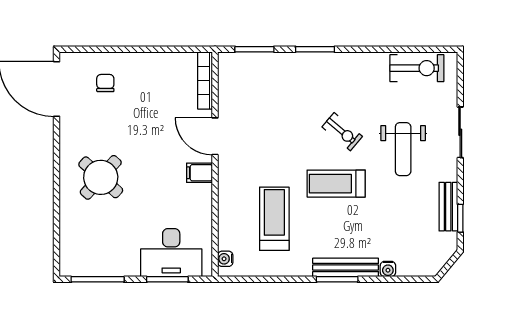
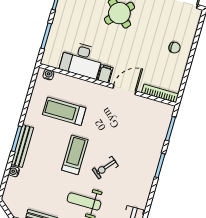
chair: (105, 83) -> (174, 48), moved
treadmill: (274, 219) -> (64, 111), turned 180
desk: (171, 253) -> (82, 60), moved, turned -90

